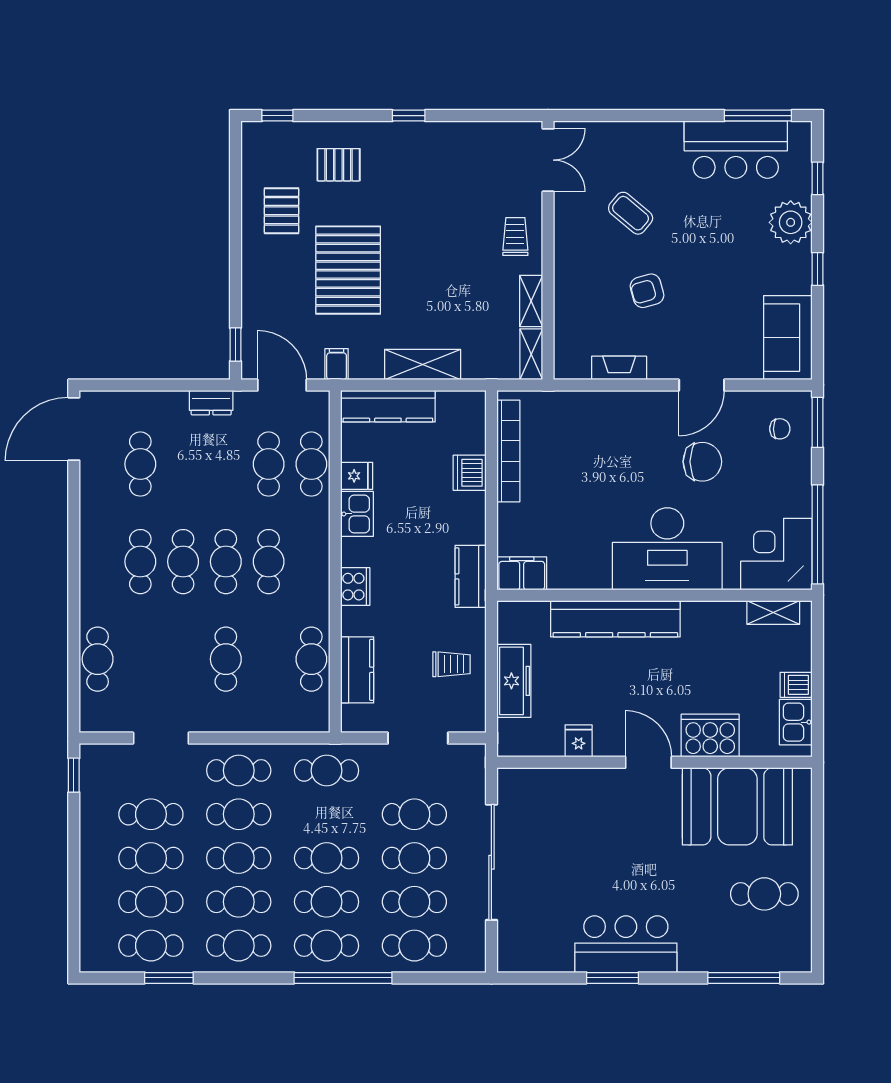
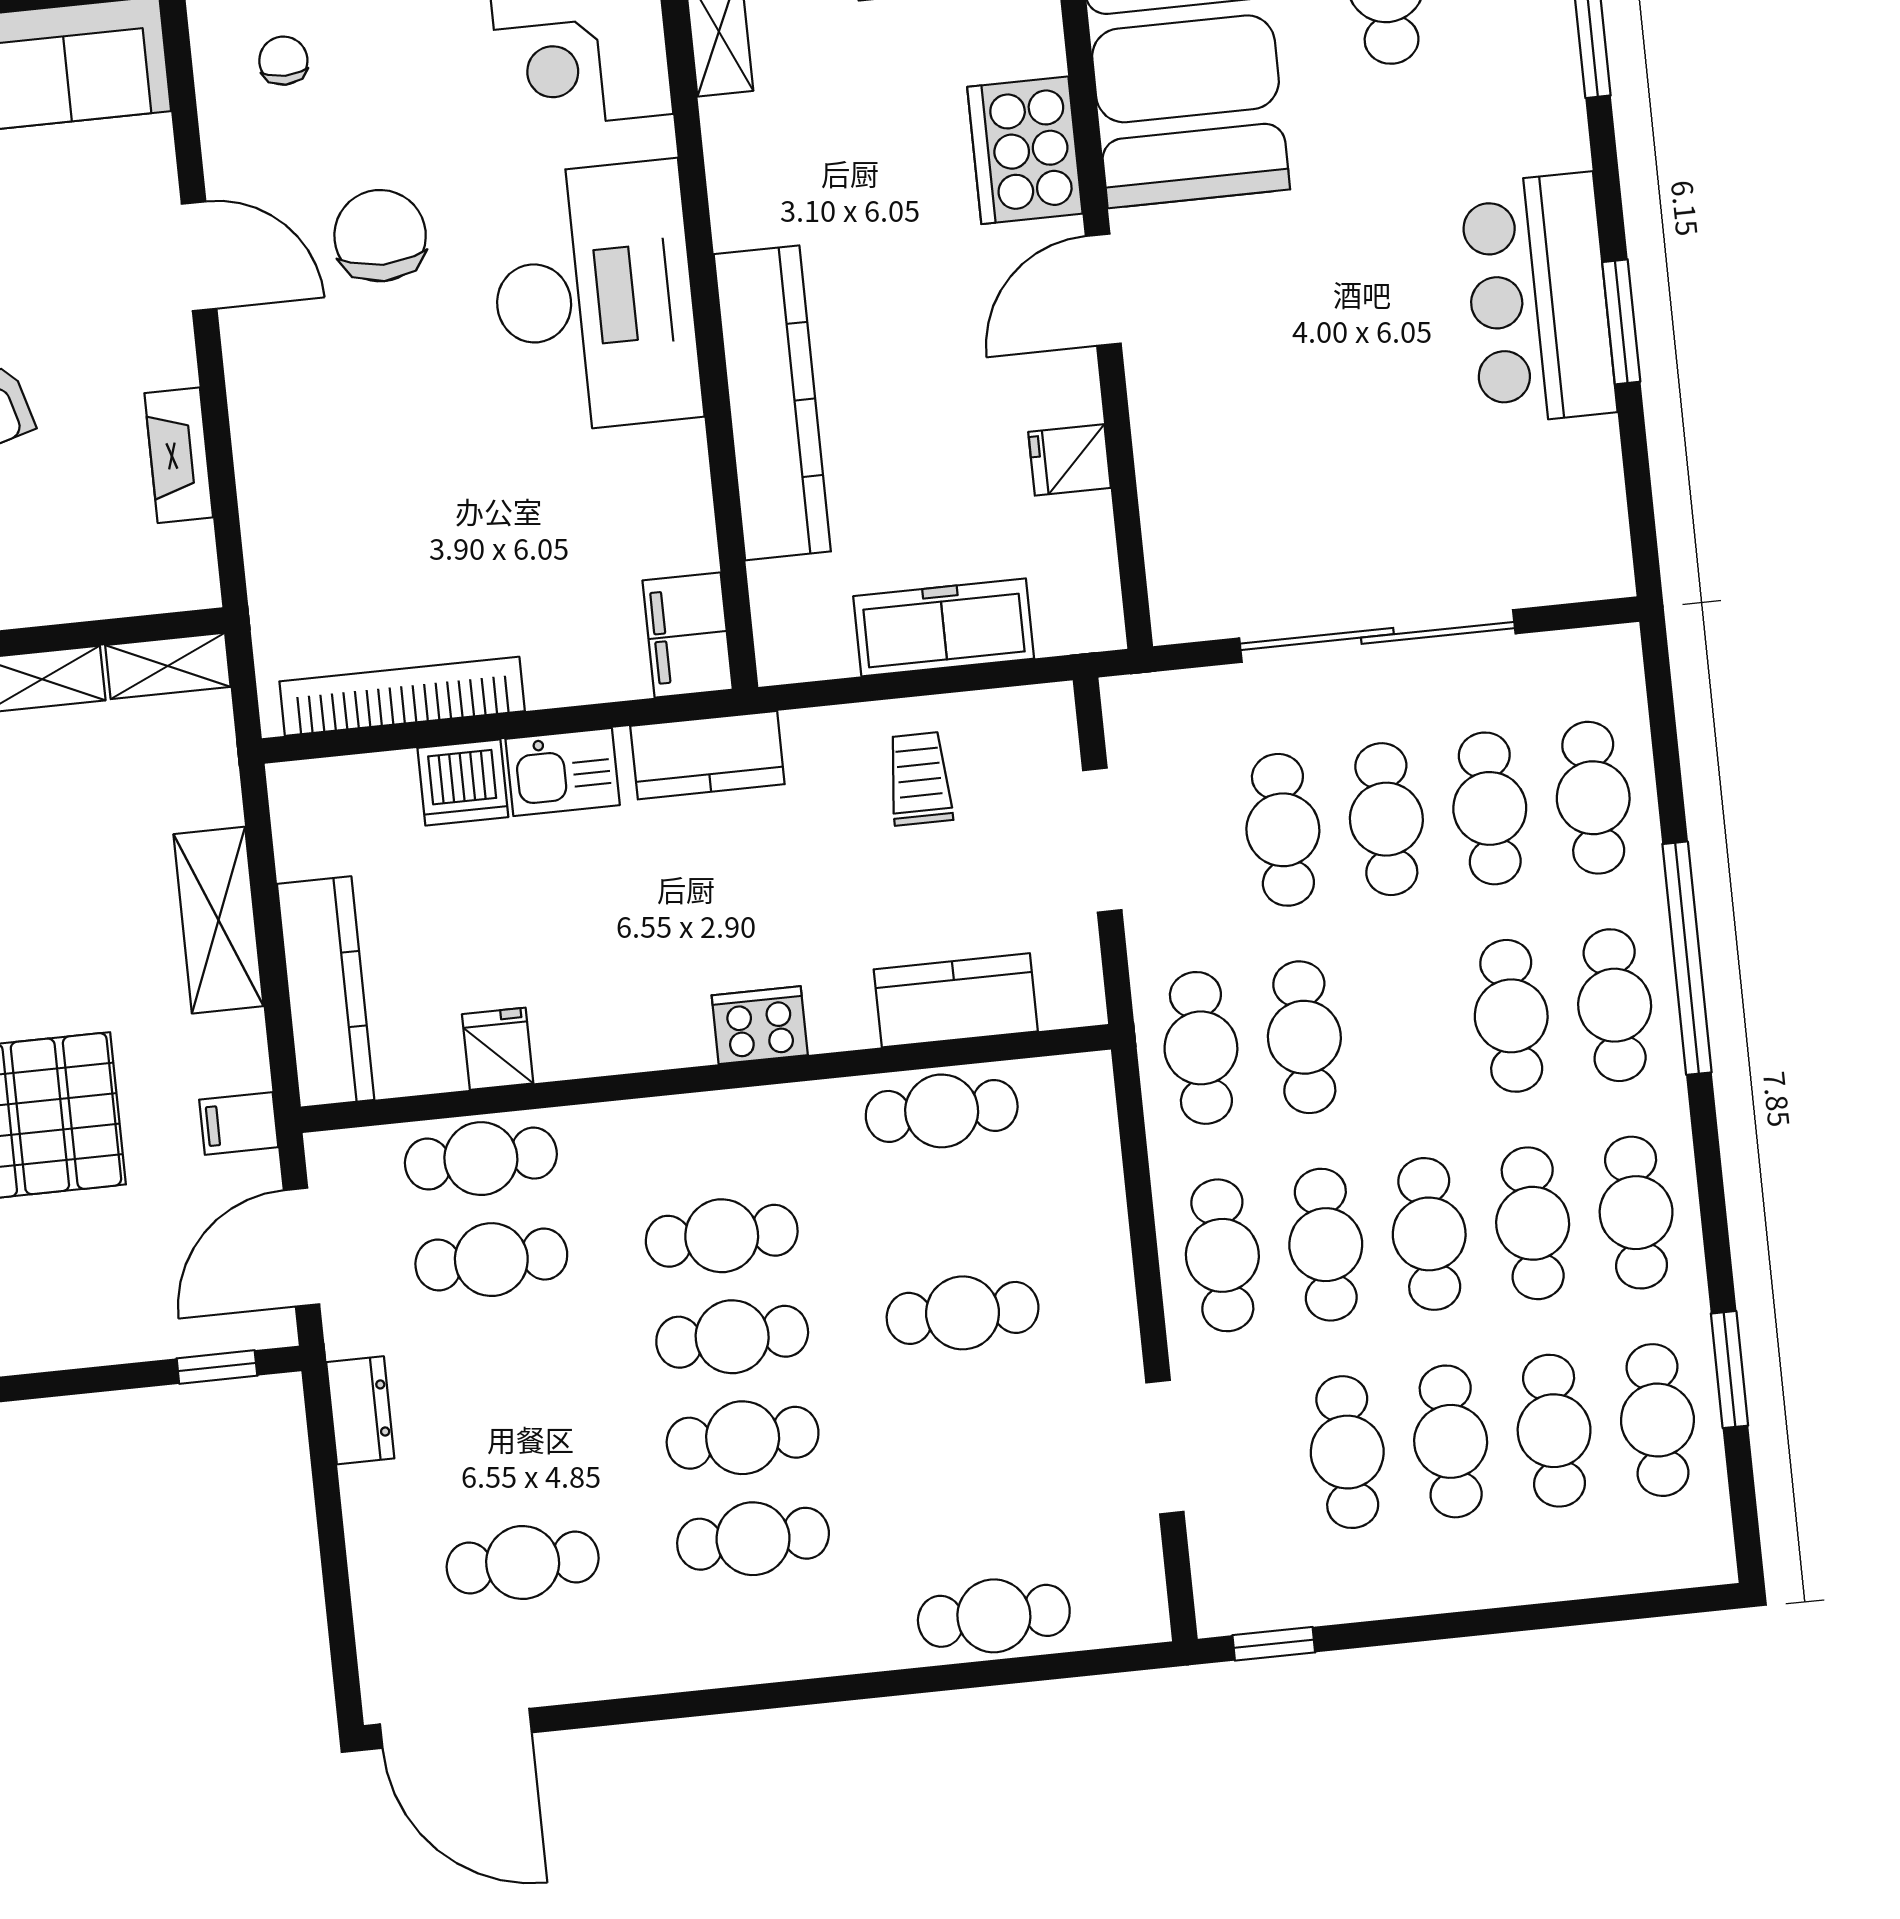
kitchen sink: (357, 514) -> (563, 772), moved, turned 180
cafe table: (327, 858) -> (1304, 1037), moved

